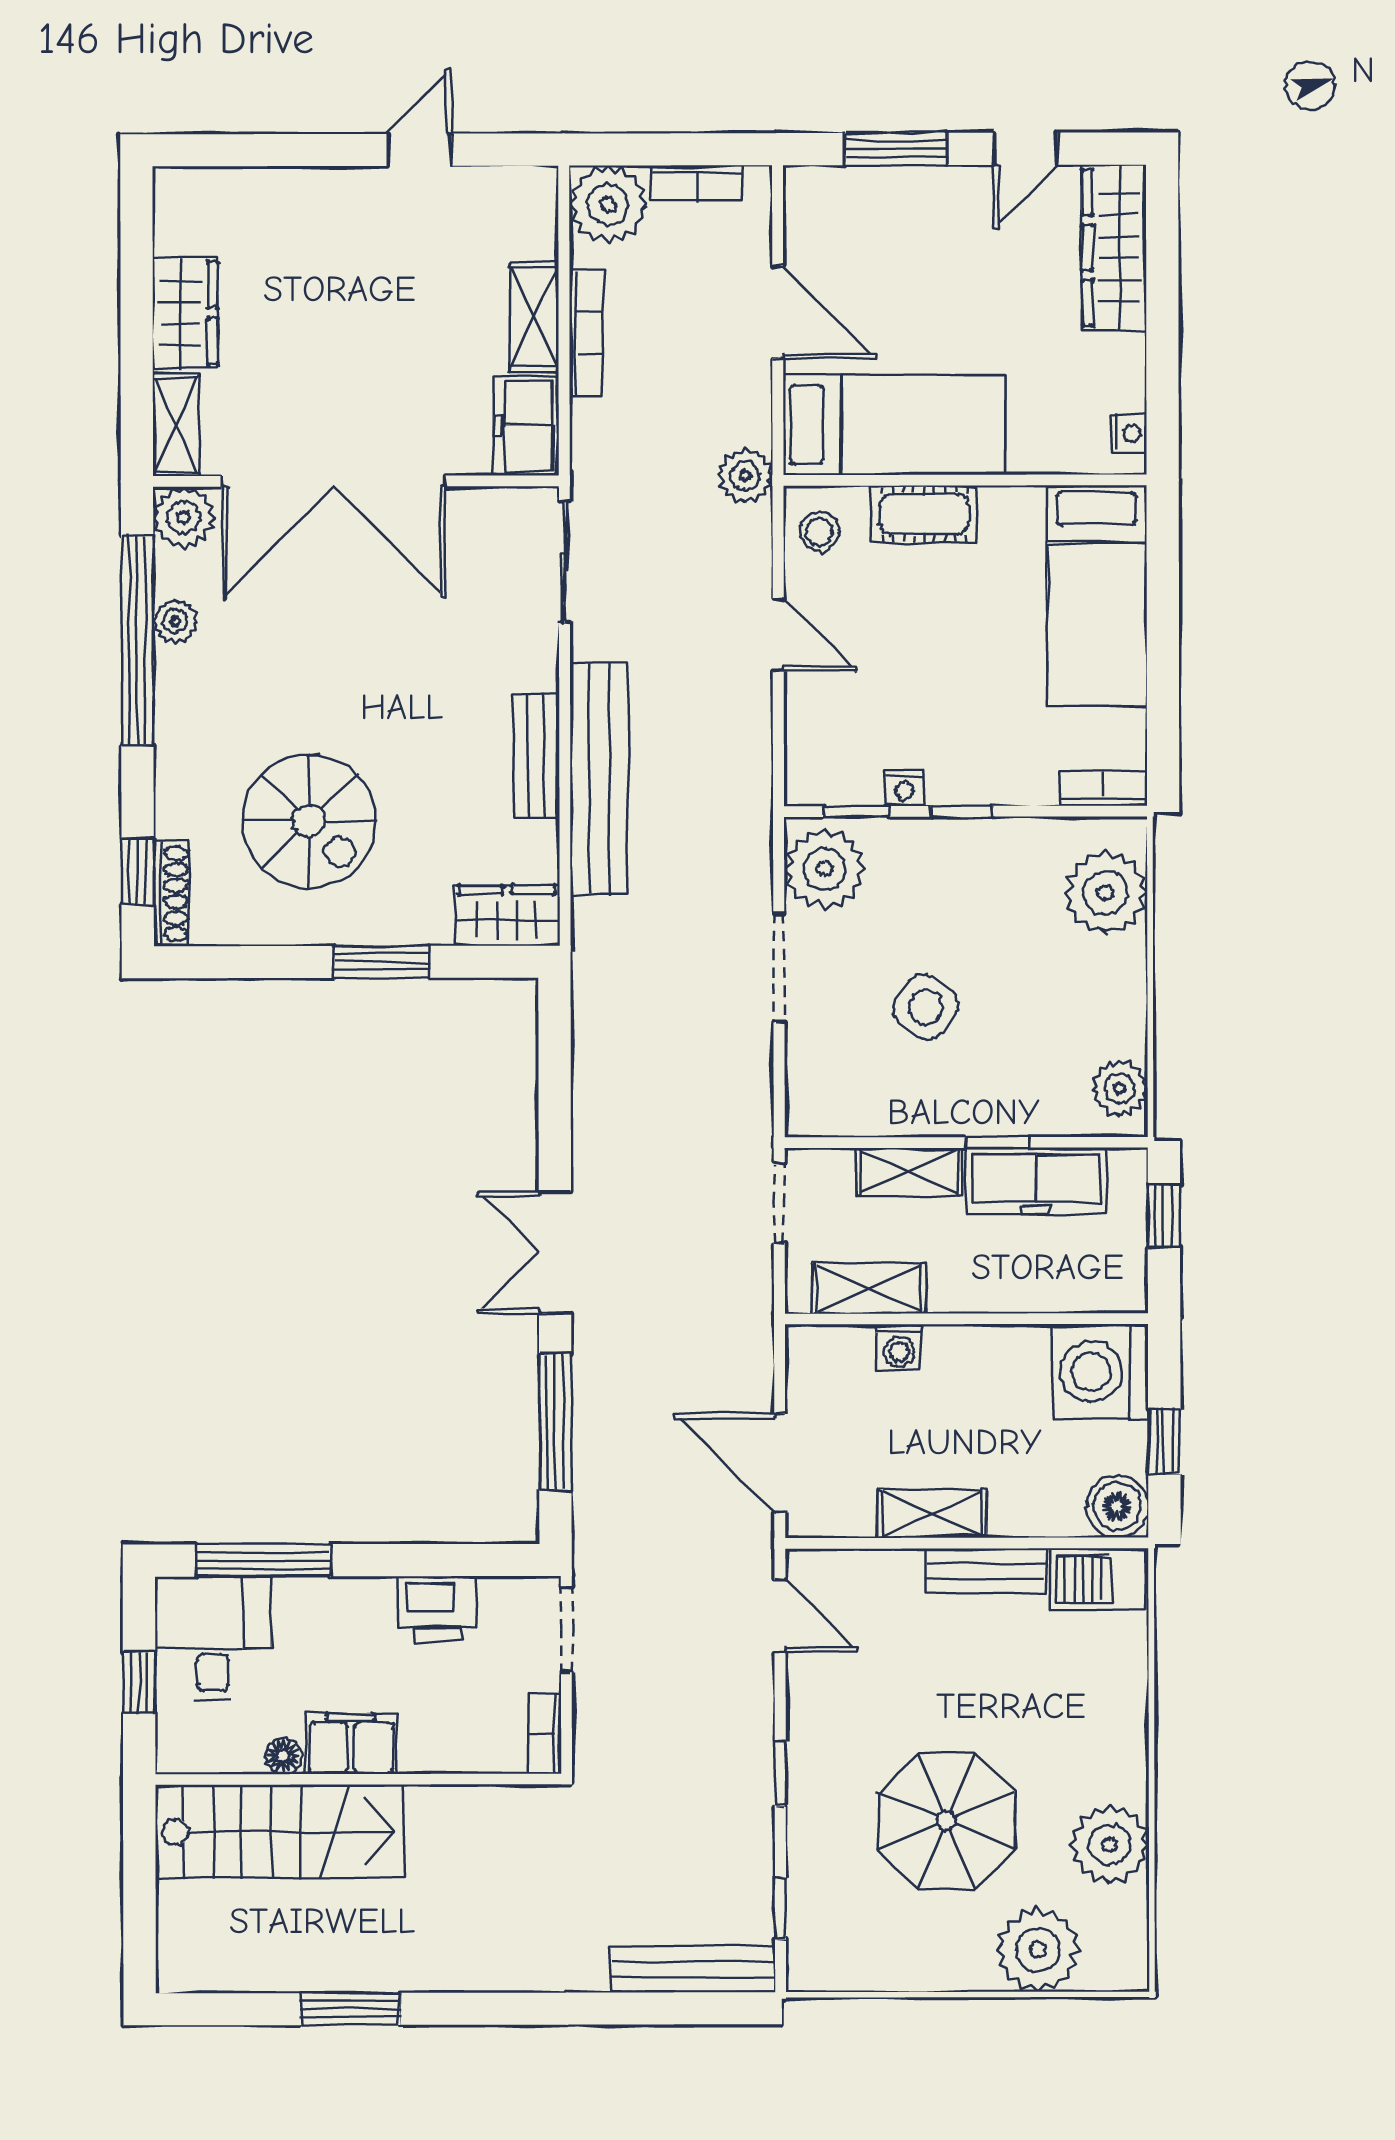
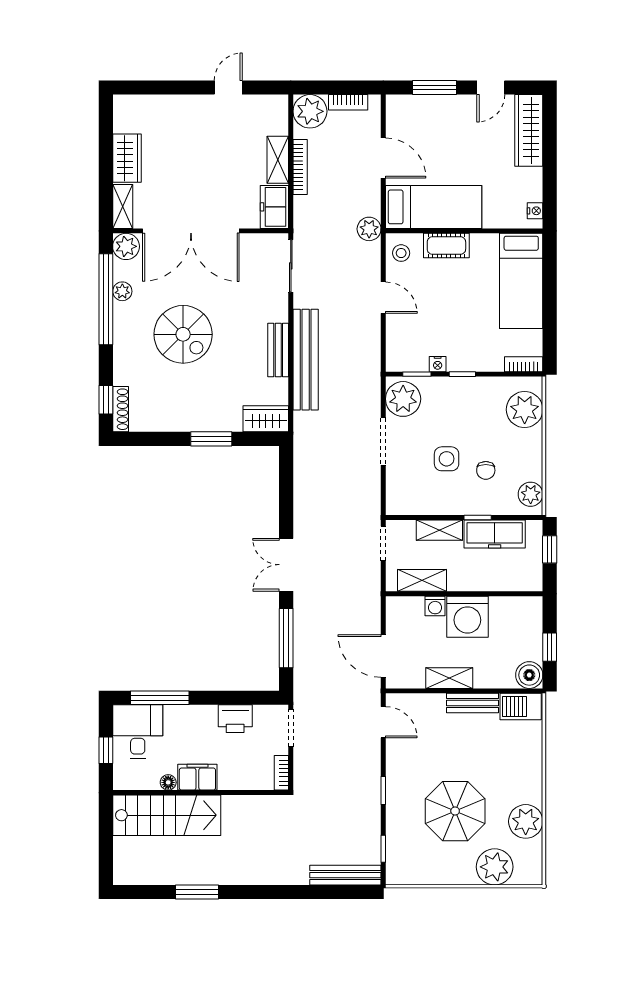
spiral stairs: (309, 821) -> (183, 334), moved
side table: (925, 1007) -> (447, 459), turned -36
chair: (1016, 1034) -> (486, 470), added
washing machine: (1101, 1372) -> (467, 617), moved, turned -90

